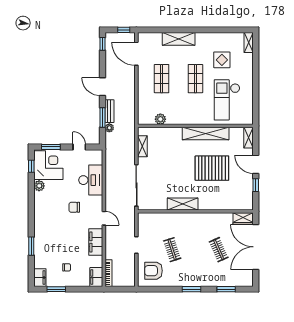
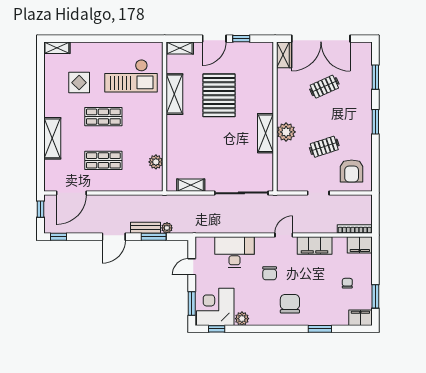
shelving: (206, 133) -> (174, 94), width x0.68
plant: (184, 220) -> (286, 132), added
chair: (51, 223) -> (290, 304), added

